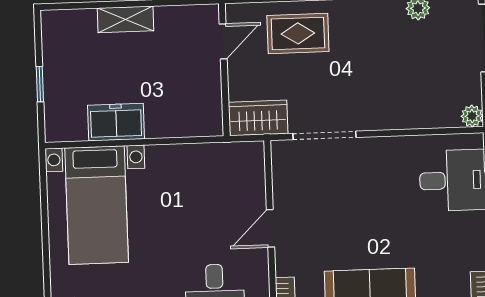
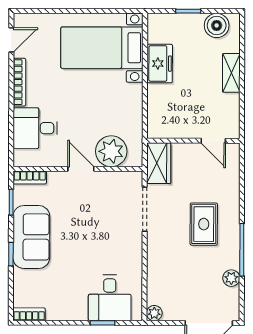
rug: (298, 33) -> (204, 224), moved
boiler: (59, 43) -> (217, 25), added
plant: (244, 186) -> (111, 151), added

